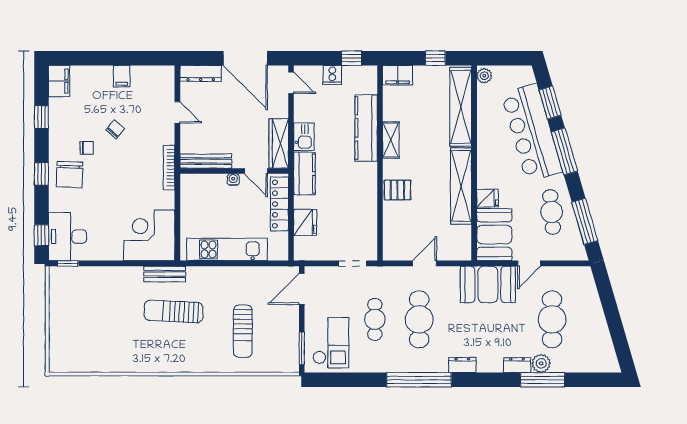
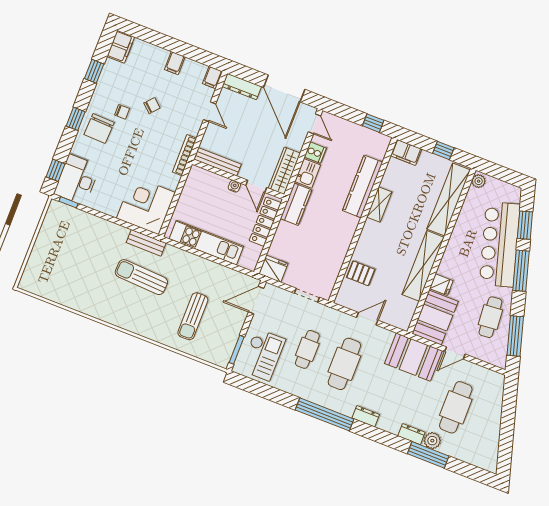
cooker: (332, 75) -> (315, 153), moved, turned -90
filing cabinet: (167, 76) -> (212, 77), added
pallet: (397, 190) -> (361, 273), moved
fridge: (305, 222) -> (273, 269), moved, turned -90

